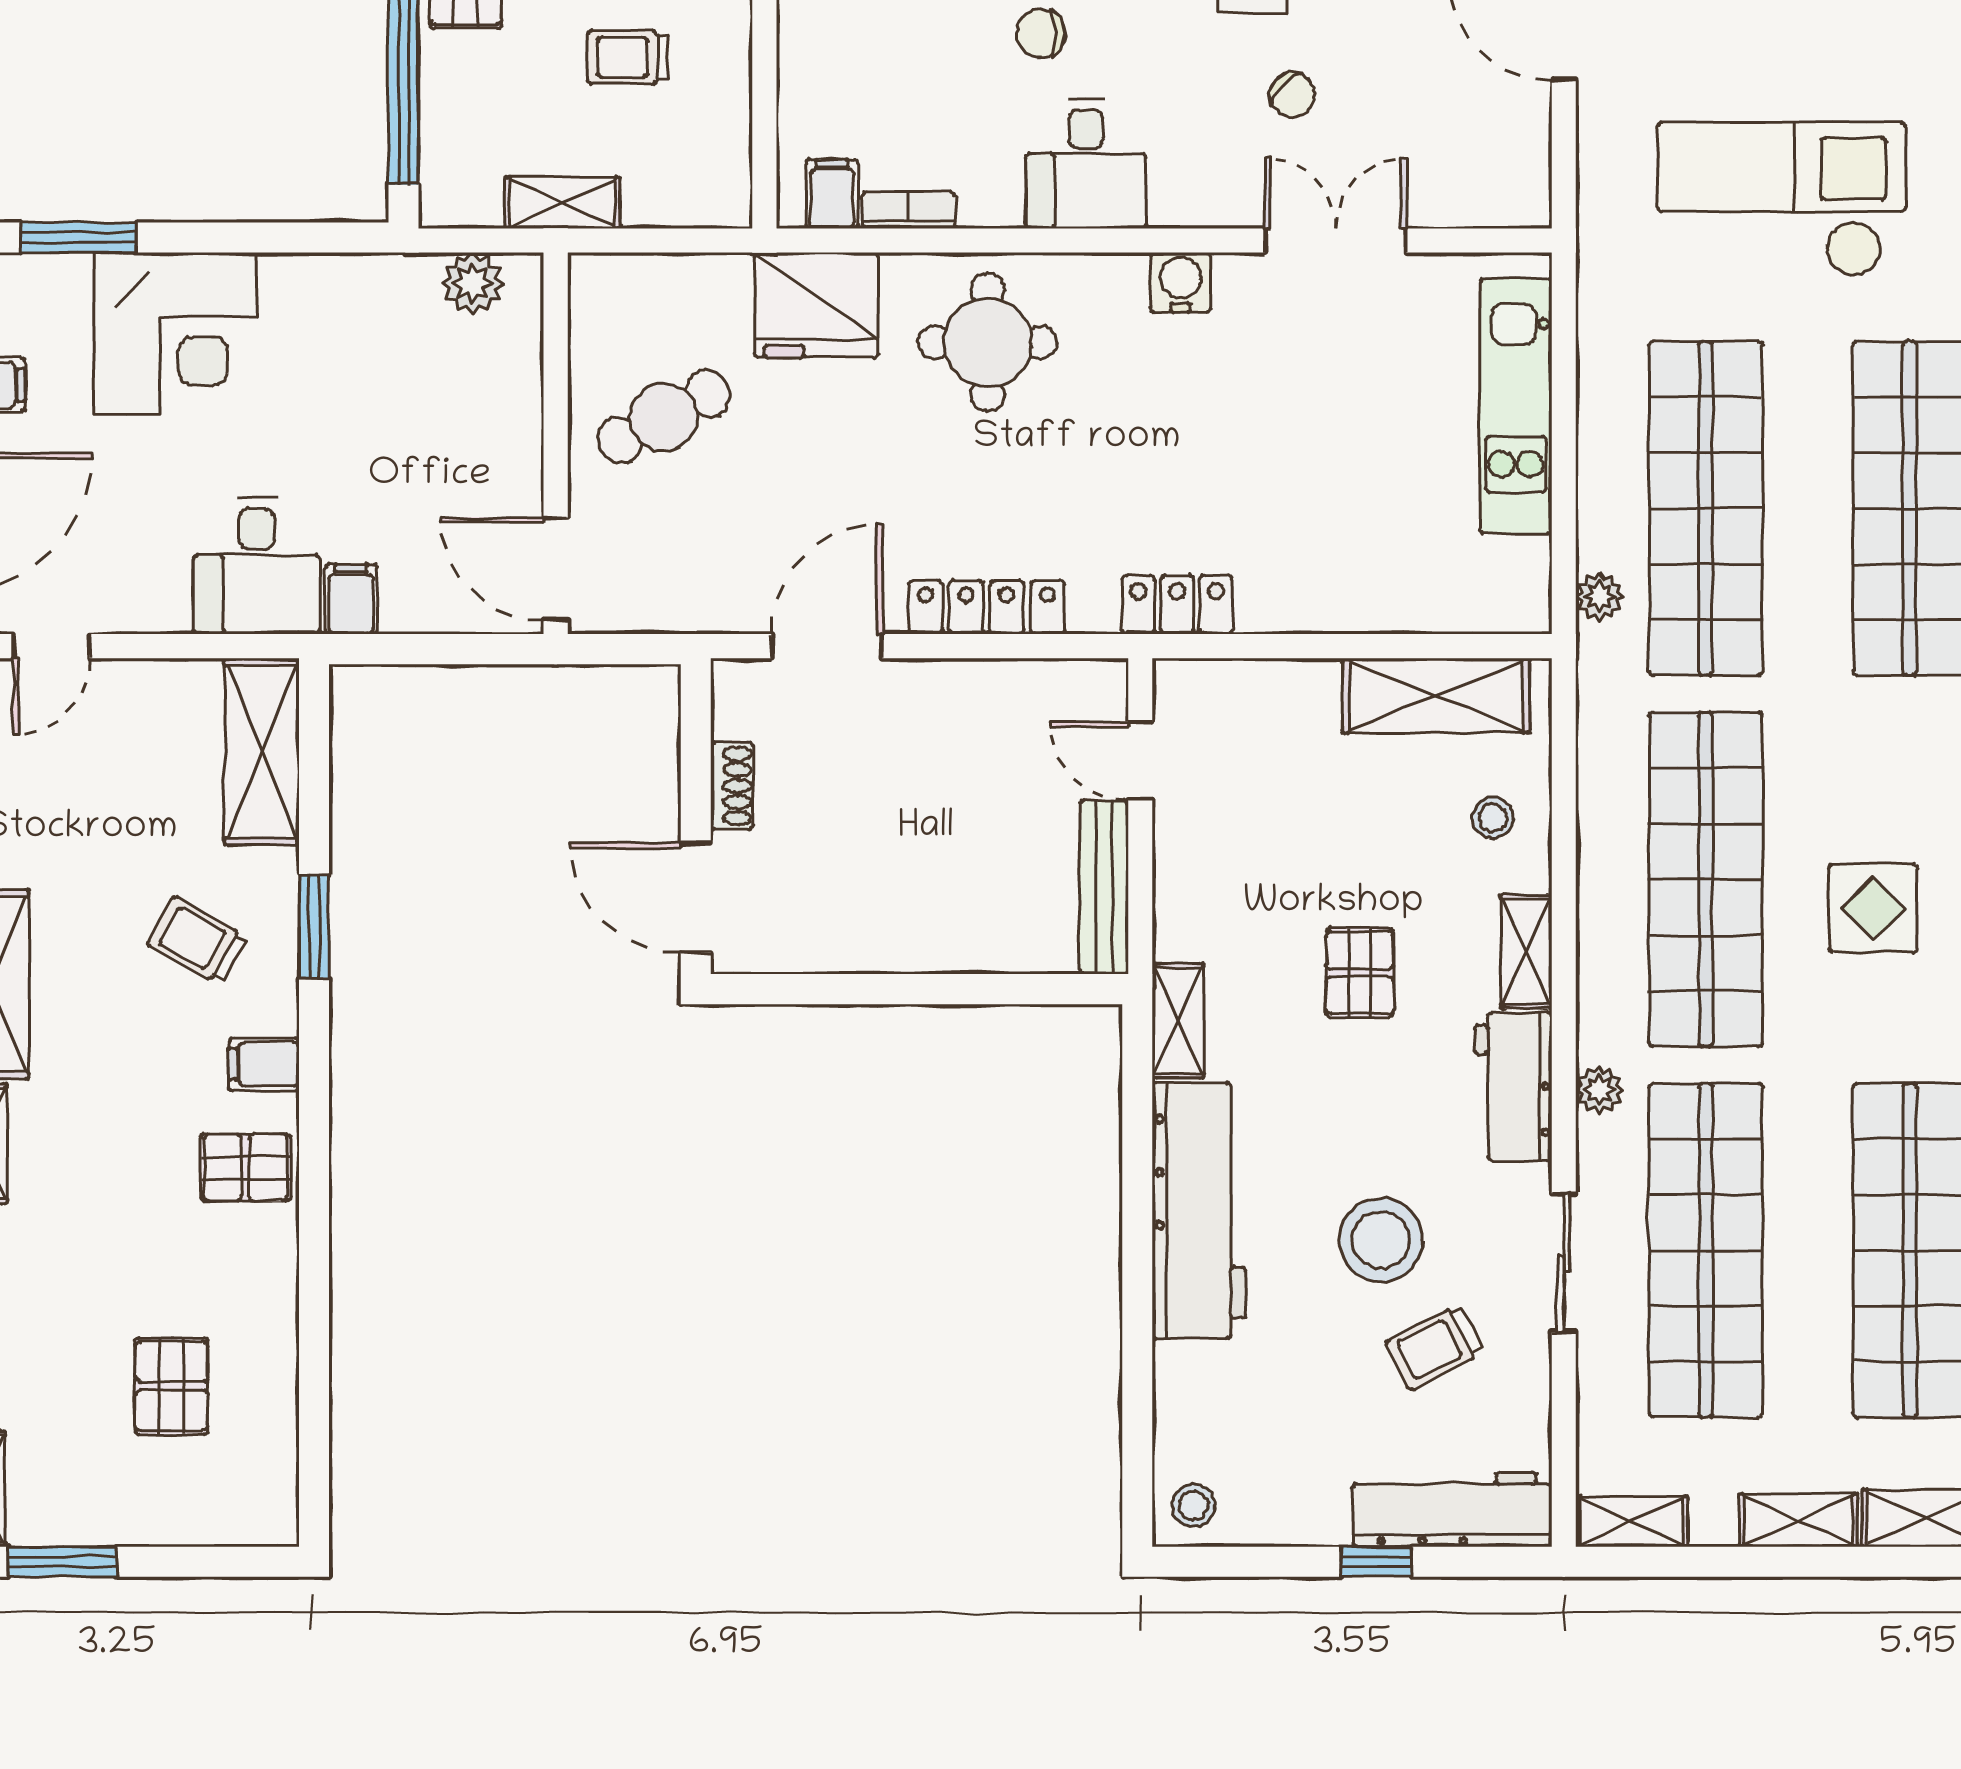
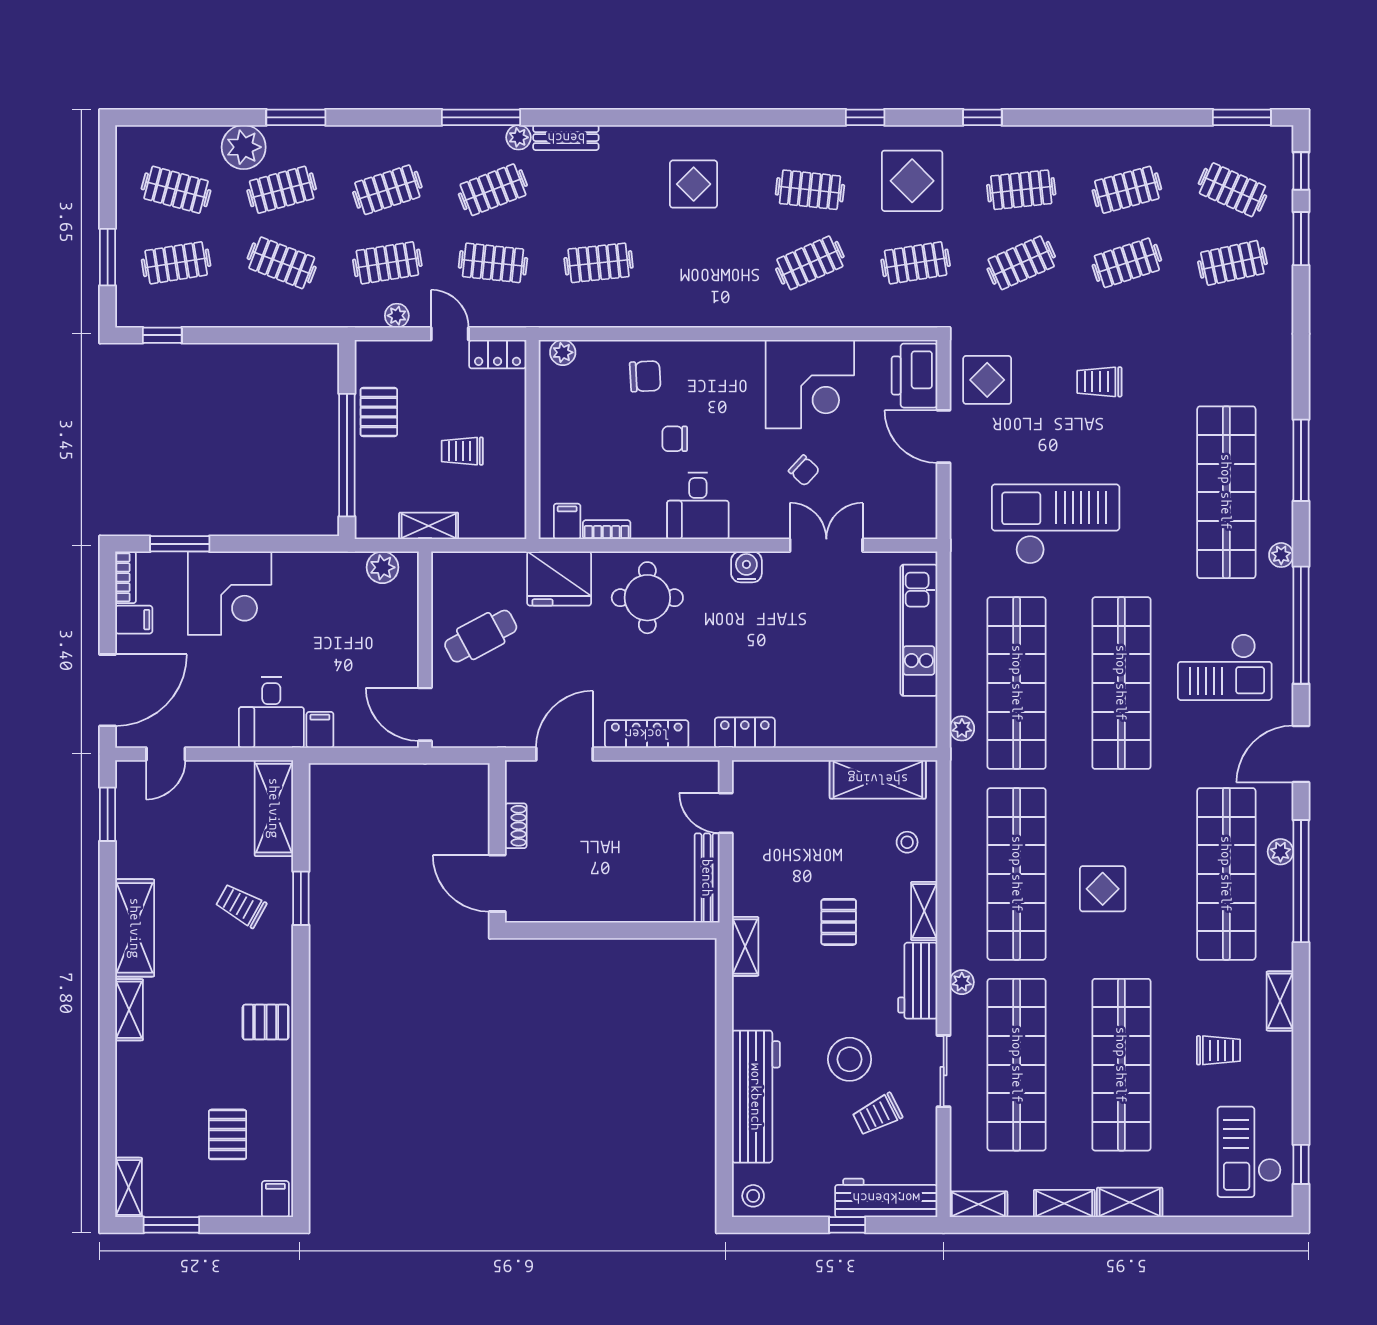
filing cabinet: (264, 1064) -> (275, 1199), moved, turned 90
workbench: (1199, 1211) -> (756, 1097), moved

